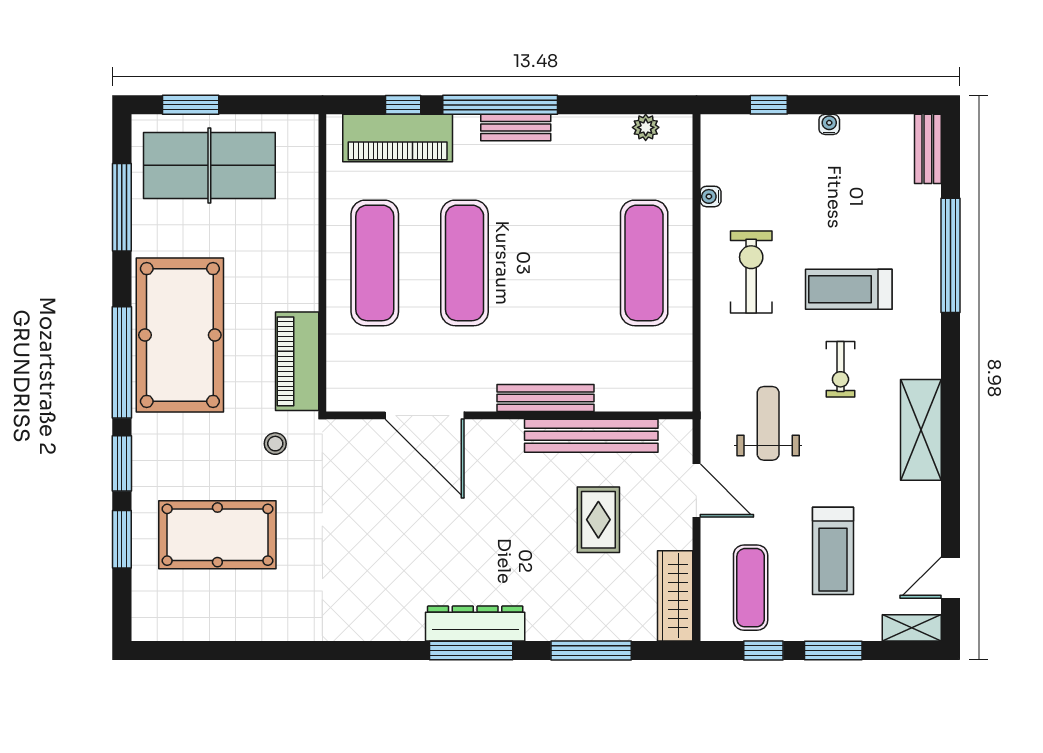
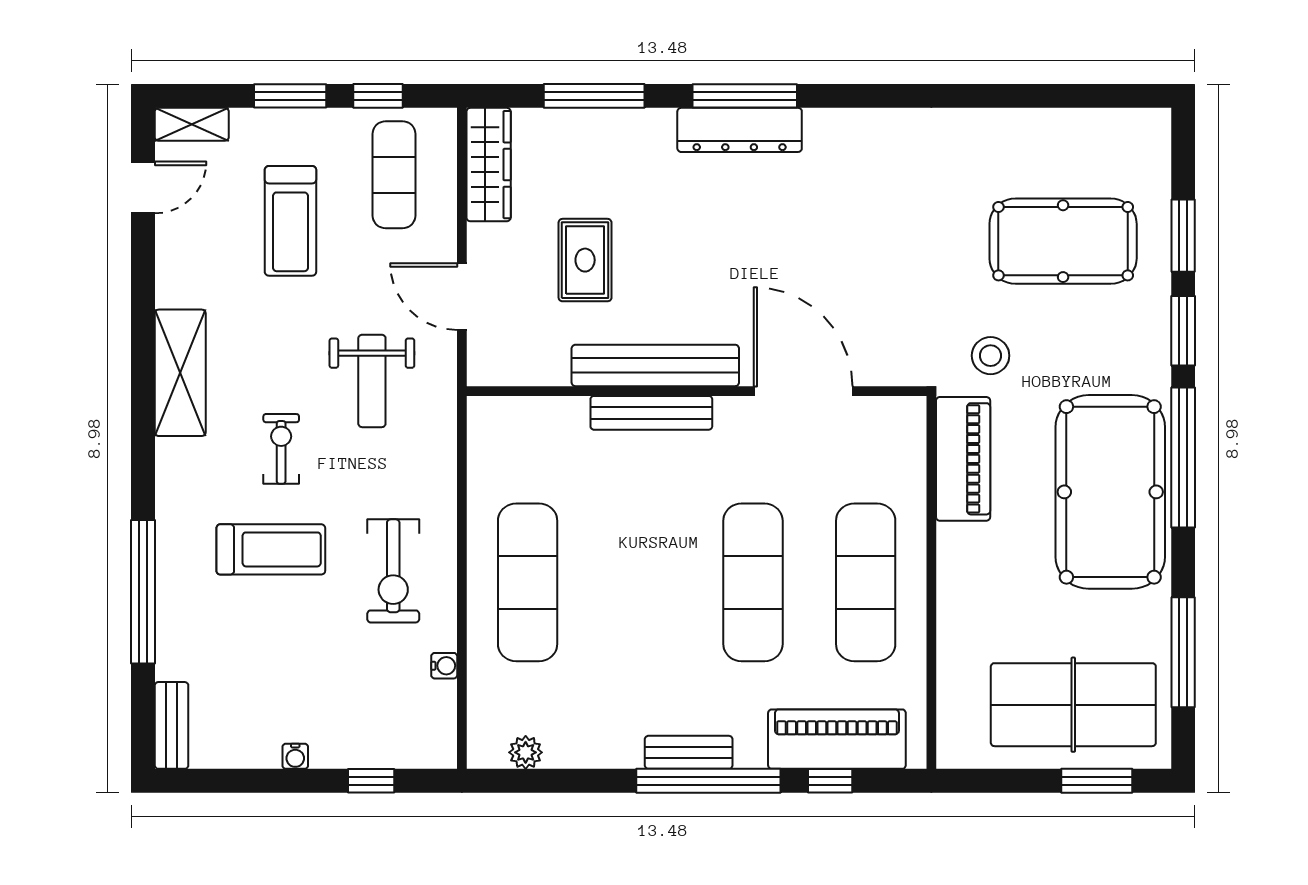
bench: (591, 436) -> (655, 365), moved
stool: (275, 444) -> (991, 356), width x1.37, depth x1.37
treadmill: (833, 551) -> (290, 221), turned 180

